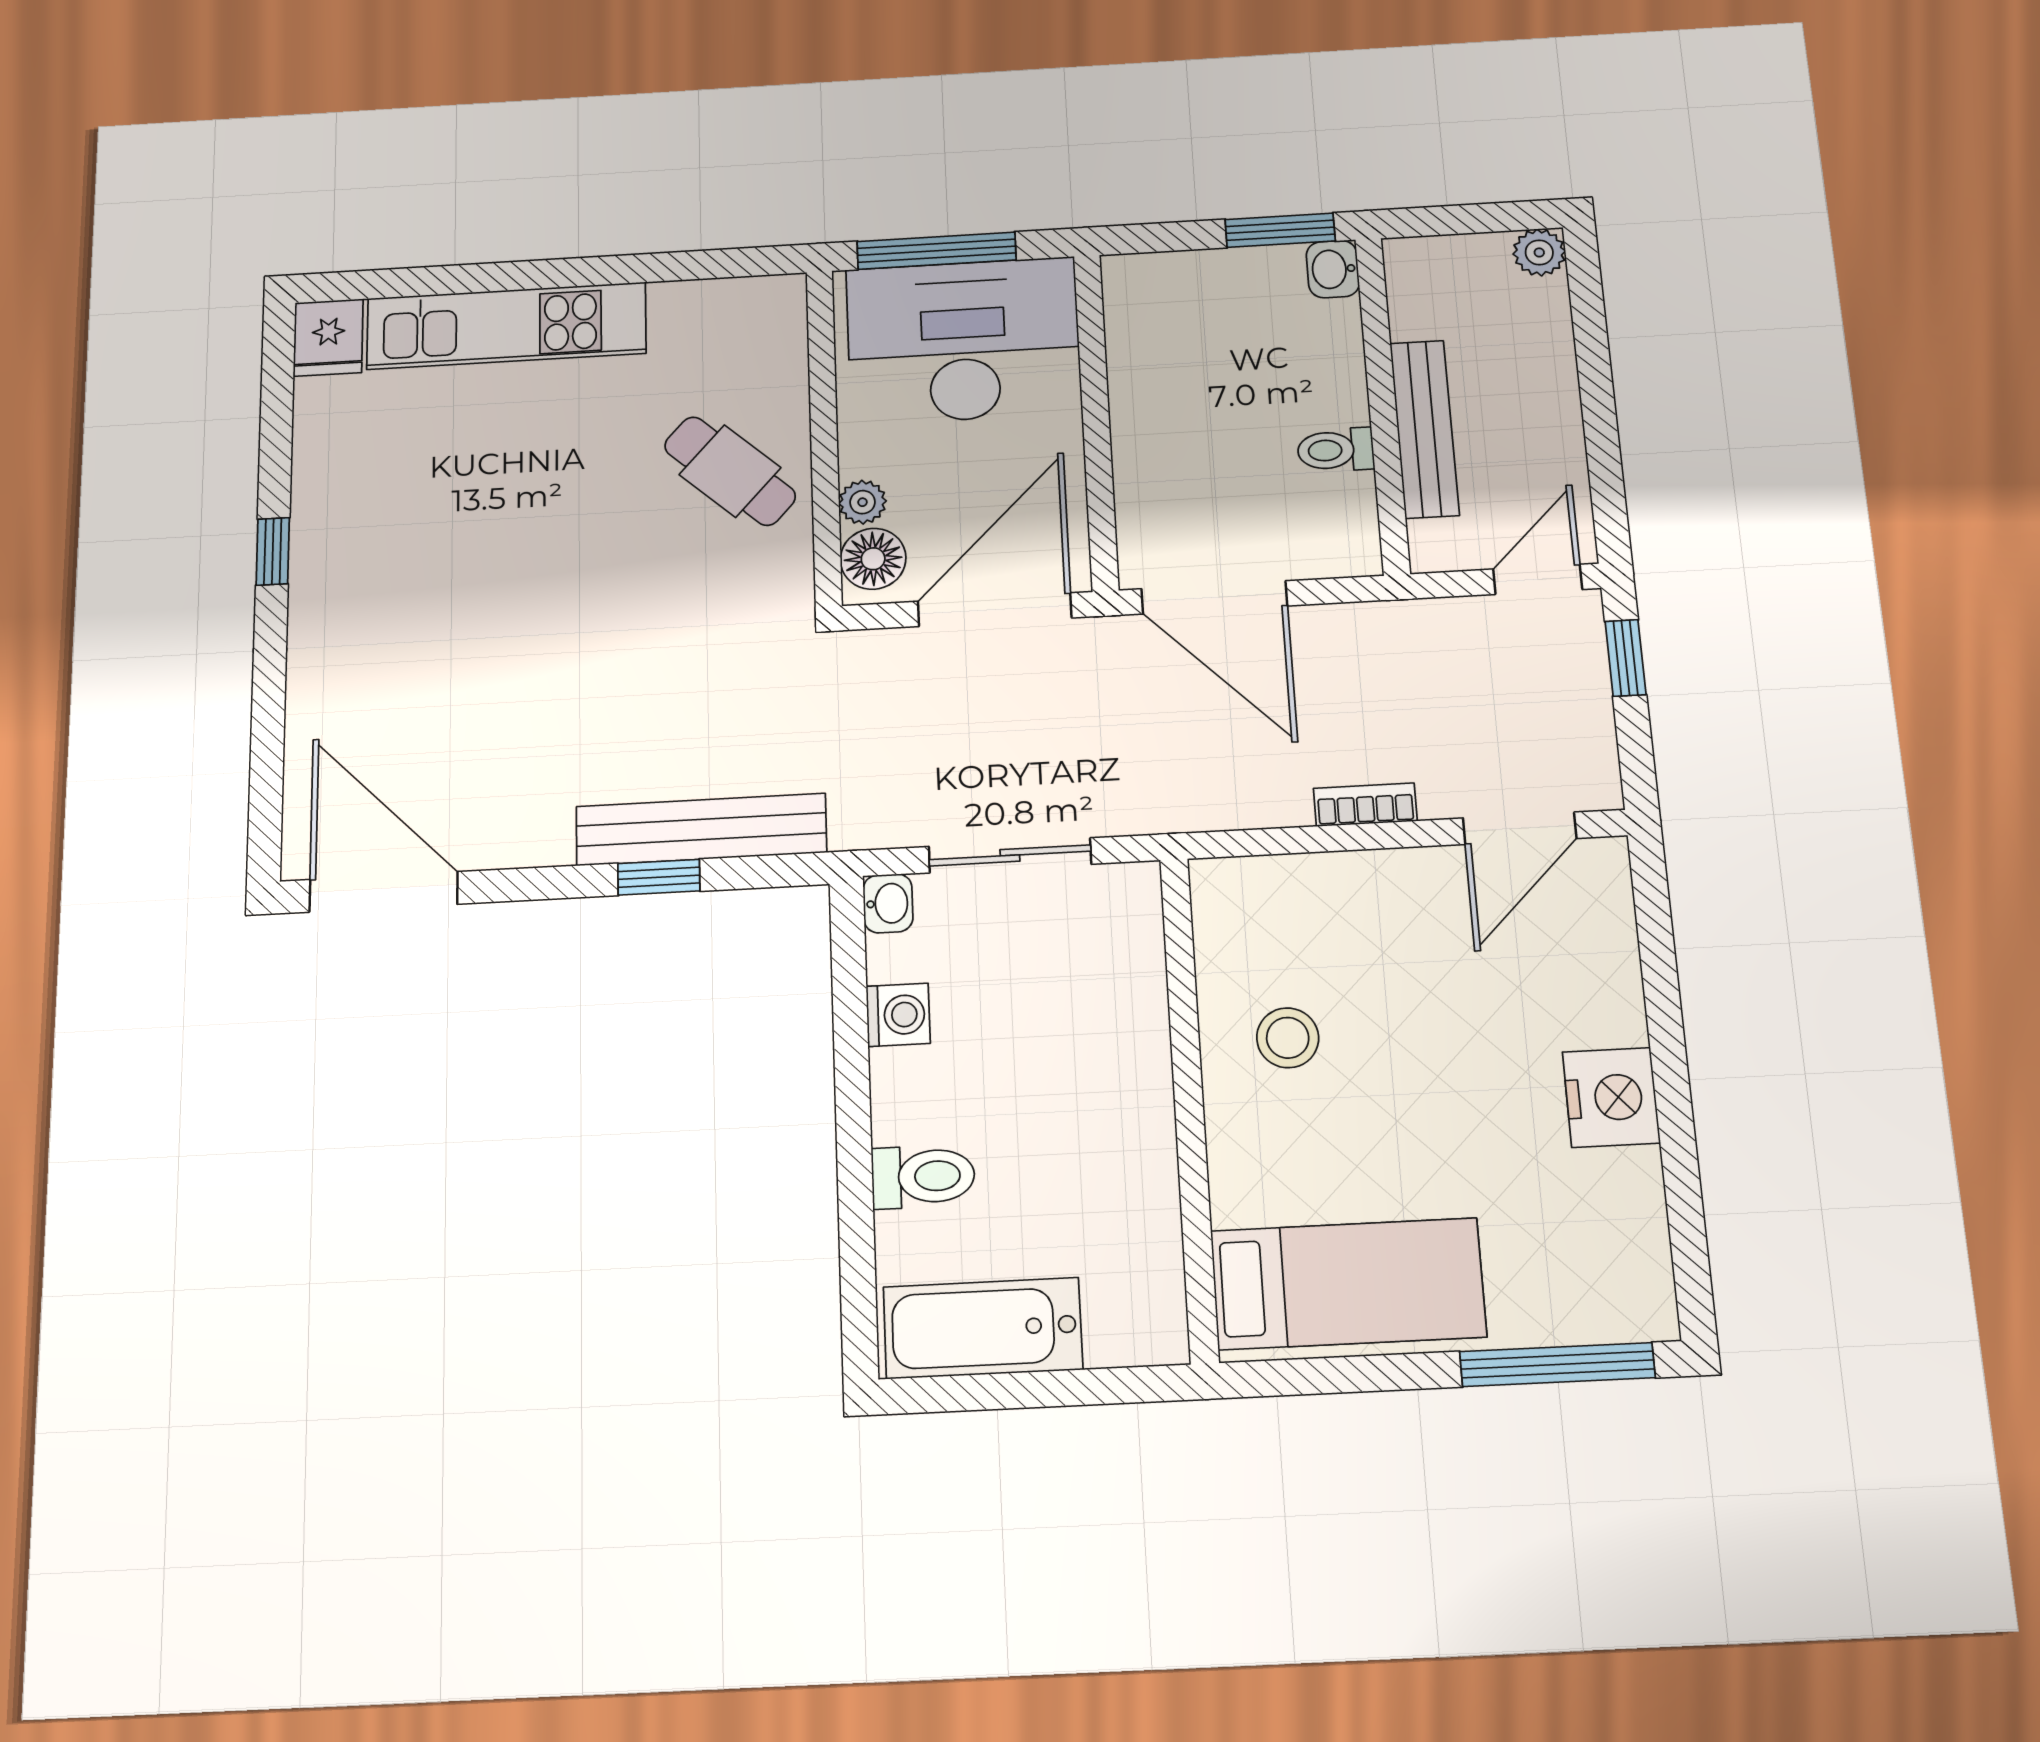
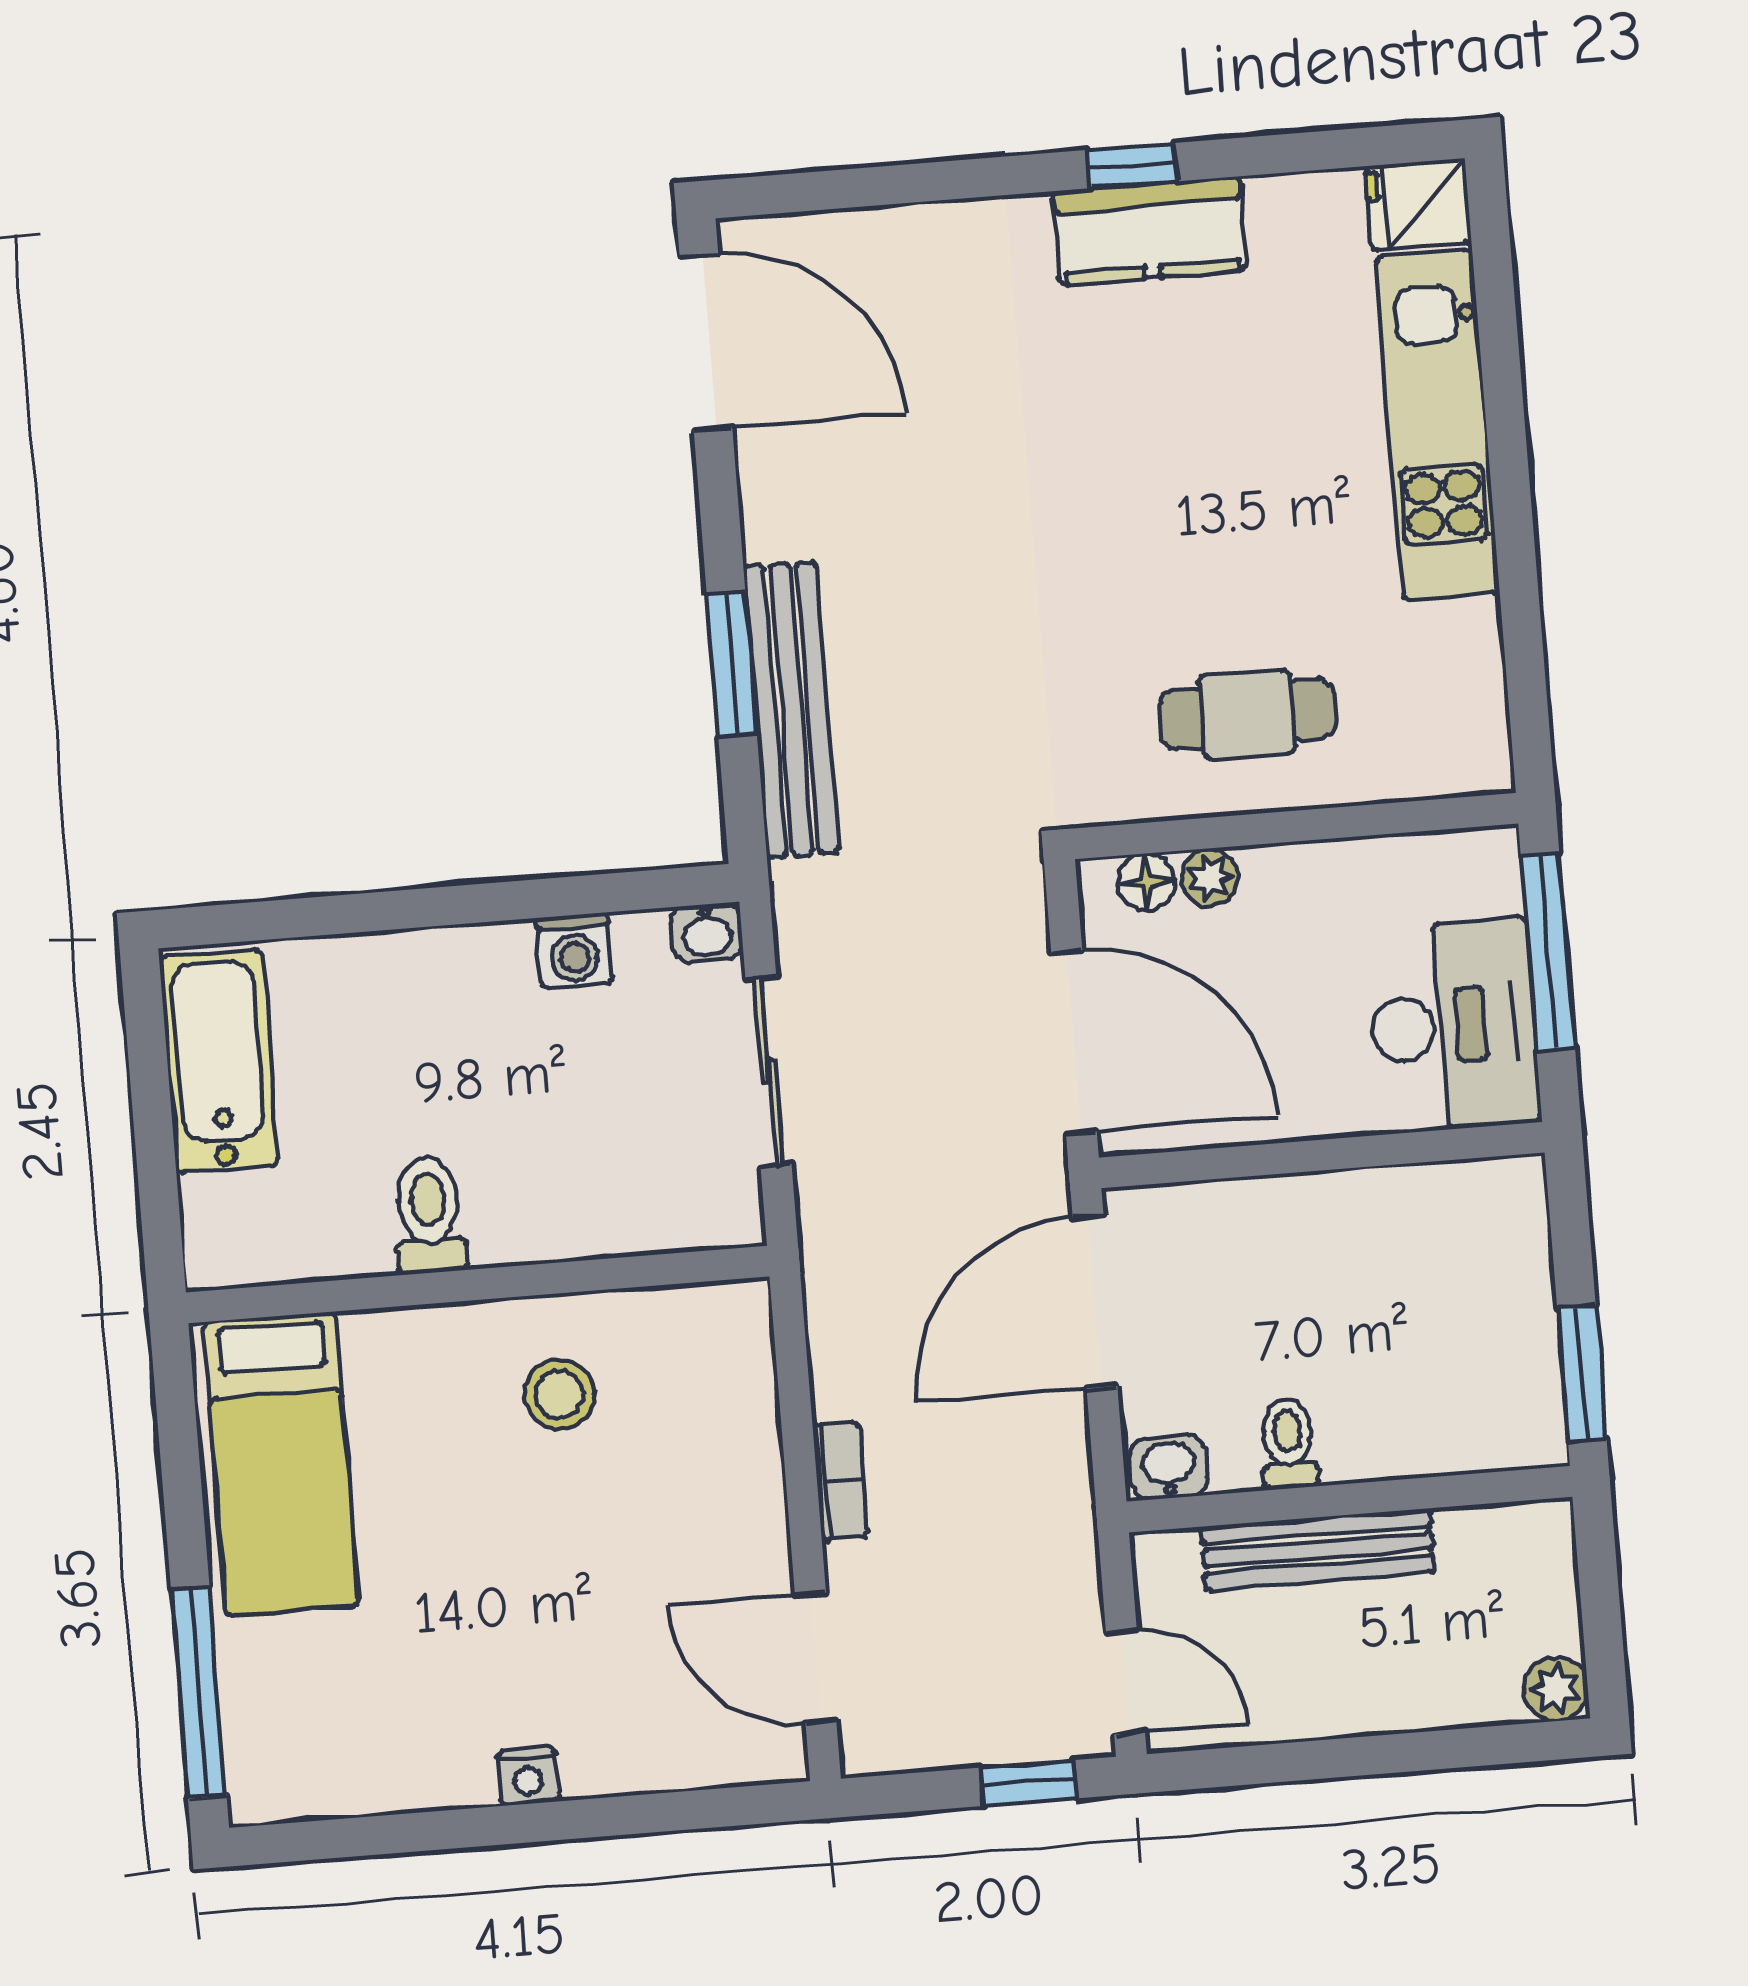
washbasin: (1333, 269) -> (1169, 1467), moved
desk: (963, 341) -> (1453, 1025), width x0.73, depth x0.77
cafe table: (730, 471) -> (1248, 714), turned 48
kitchen counter: (327, 539) -> (1150, 231), added
floor lamp: (873, 559) -> (1146, 882), width x0.73, depth x0.73
window: (659, 877) -> (732, 664), width x1.50
door: (384, 892) -> (706, 342), hinge flipped
nightstand: (1611, 1097) -> (528, 1776), width x0.53, depth x0.56
toilet: (923, 1177) -> (429, 1215), moved, turned 180

